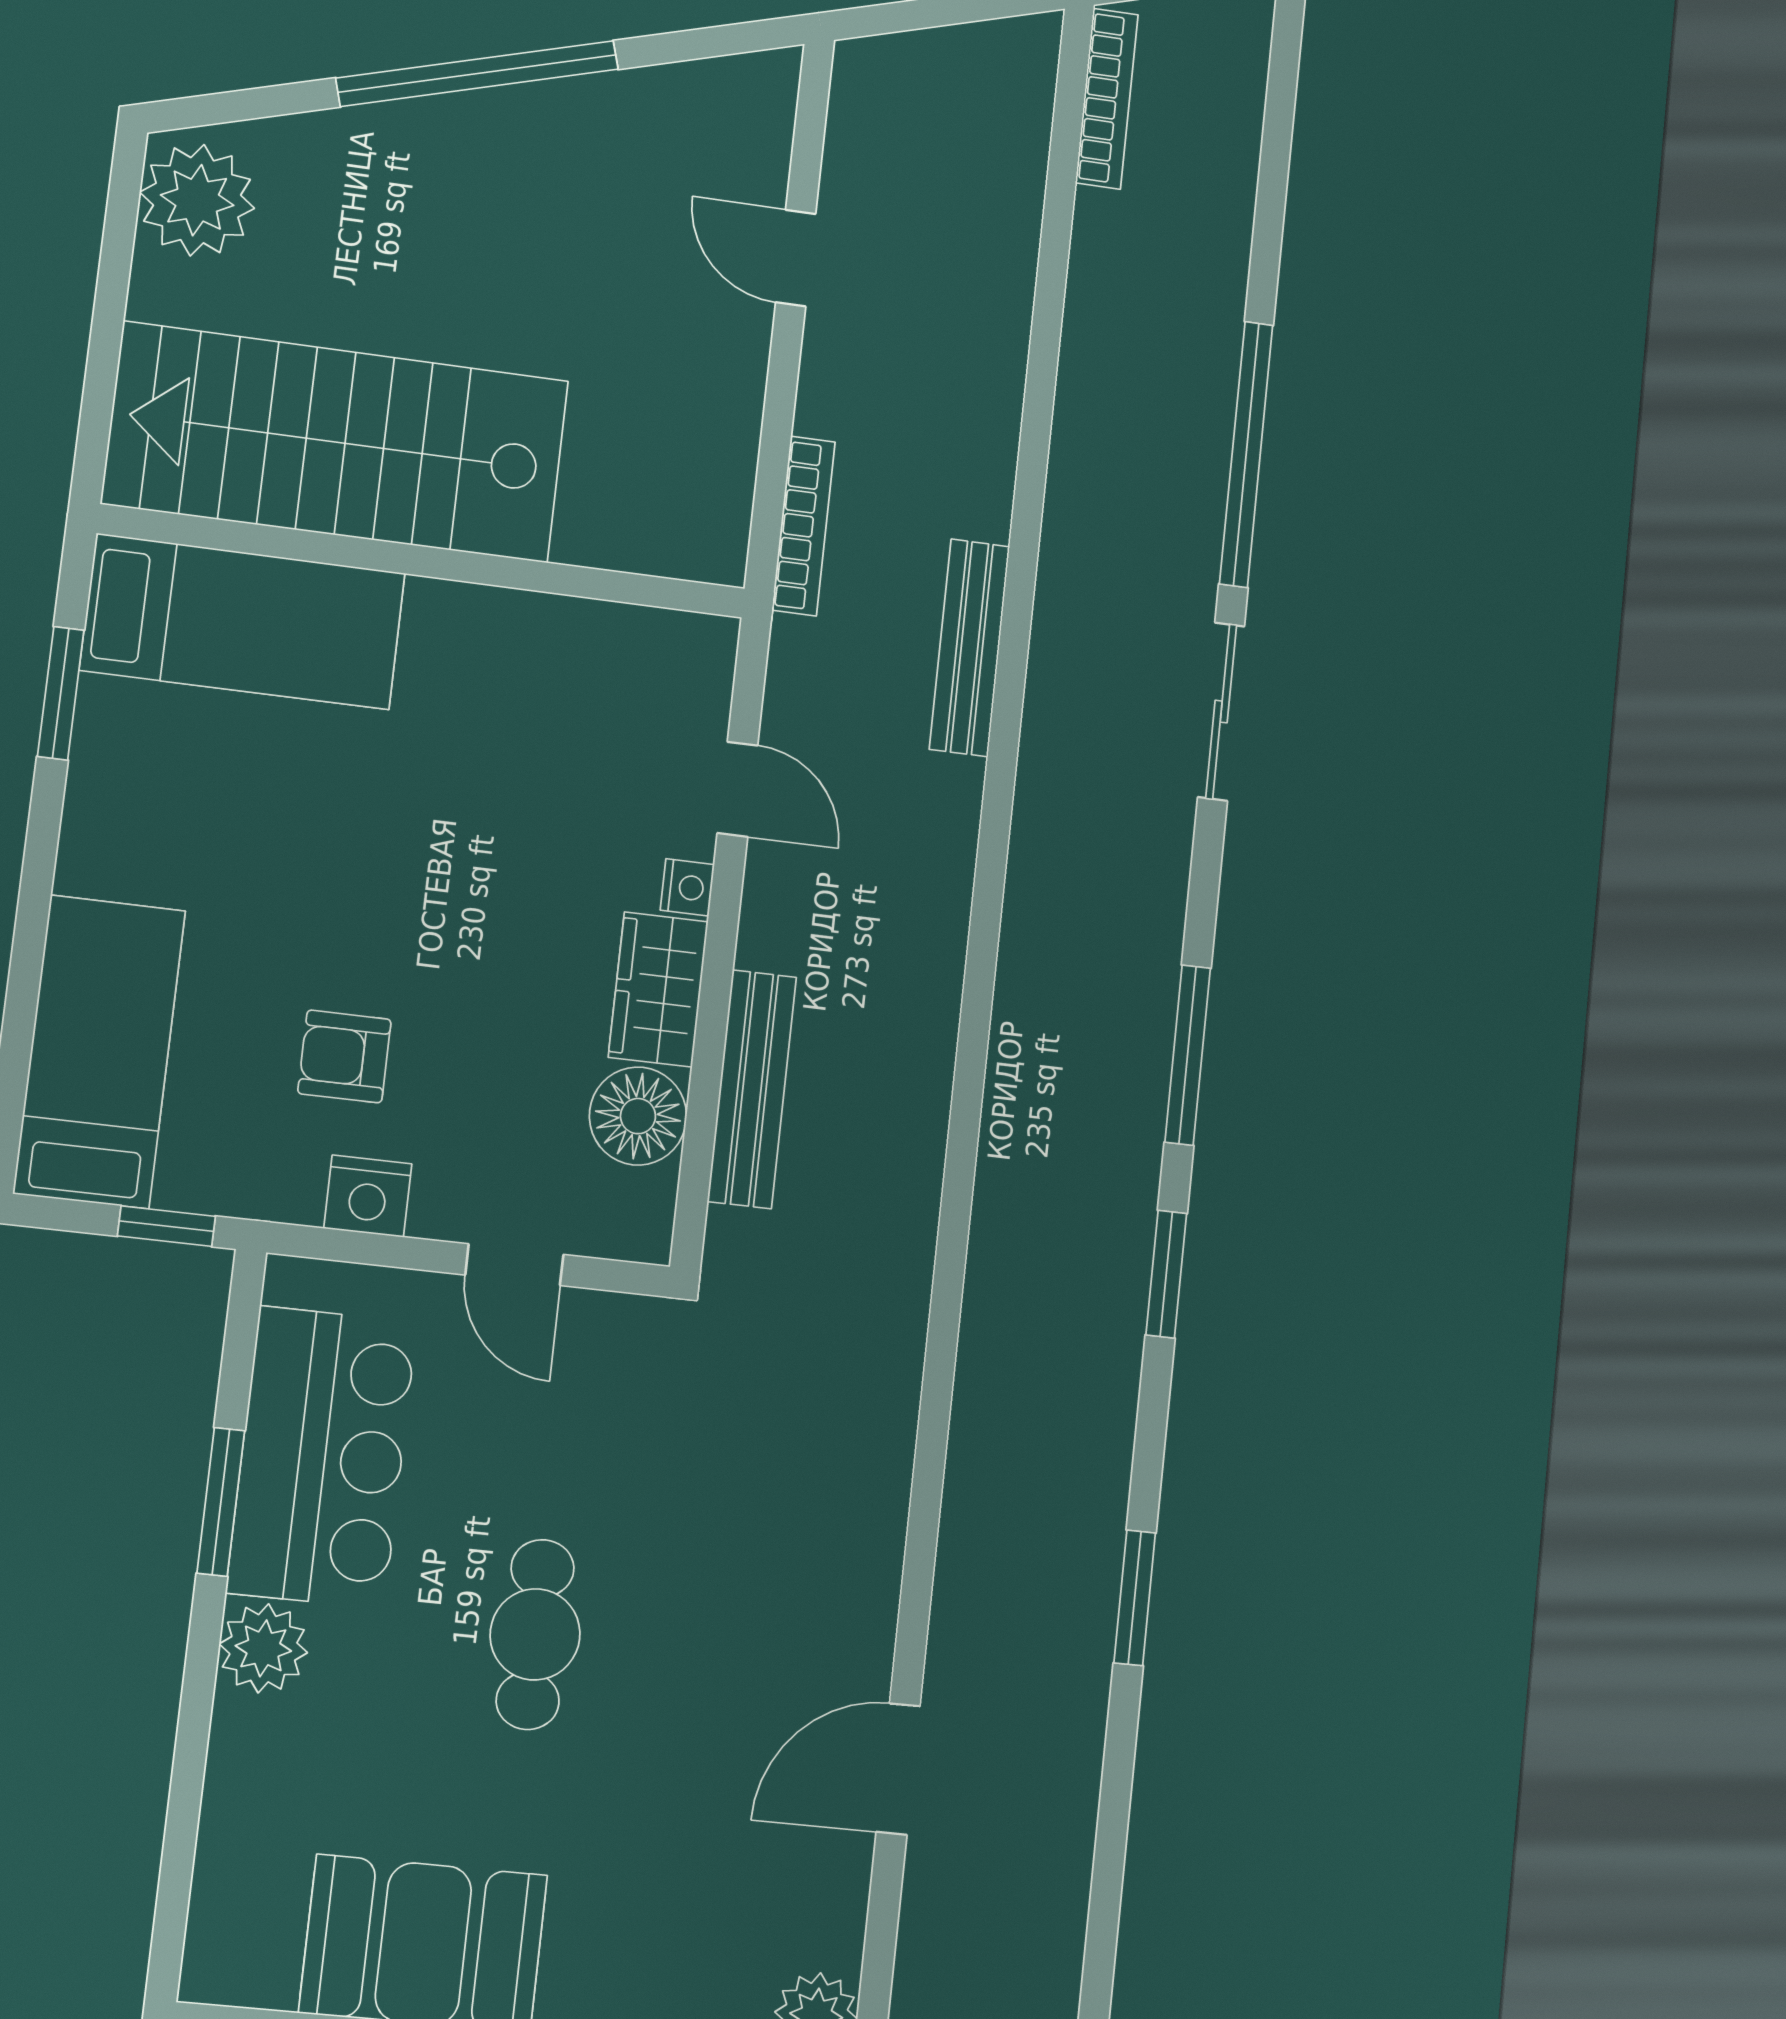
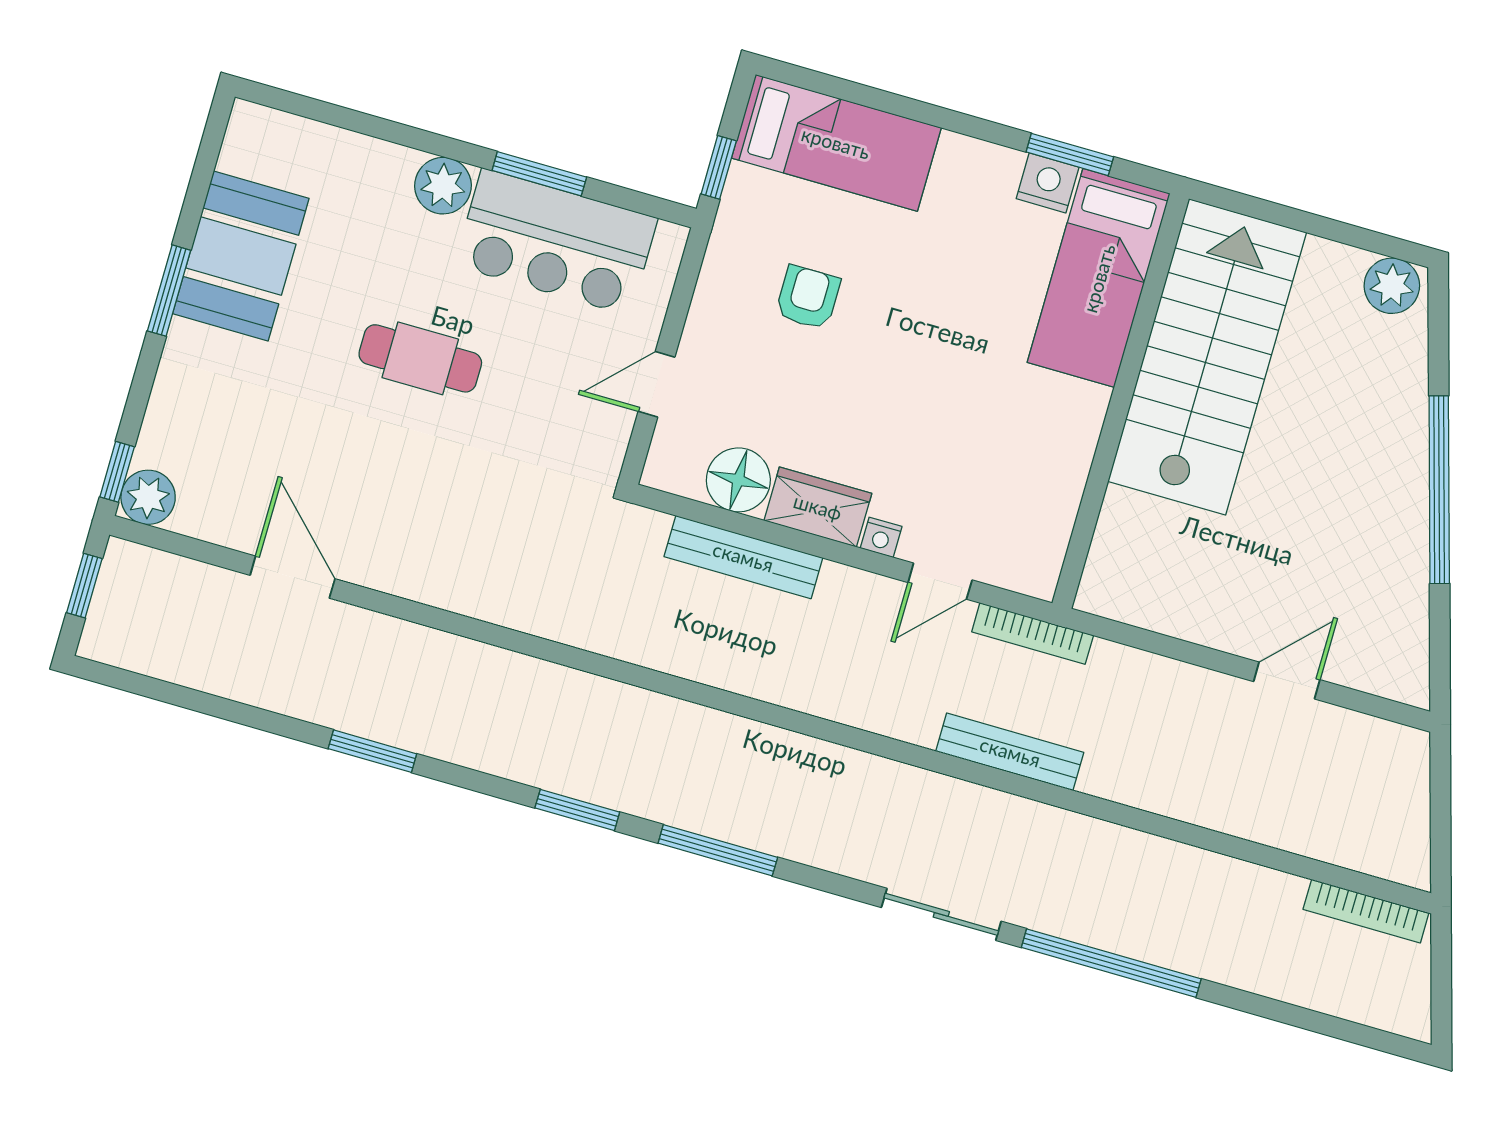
plant: (197, 200) -> (1392, 286), width x0.73, depth x0.73
bookcase: (803, 526) -> (1033, 634), moved
nightstand: (368, 1196) -> (1048, 183), moved, turned 90

